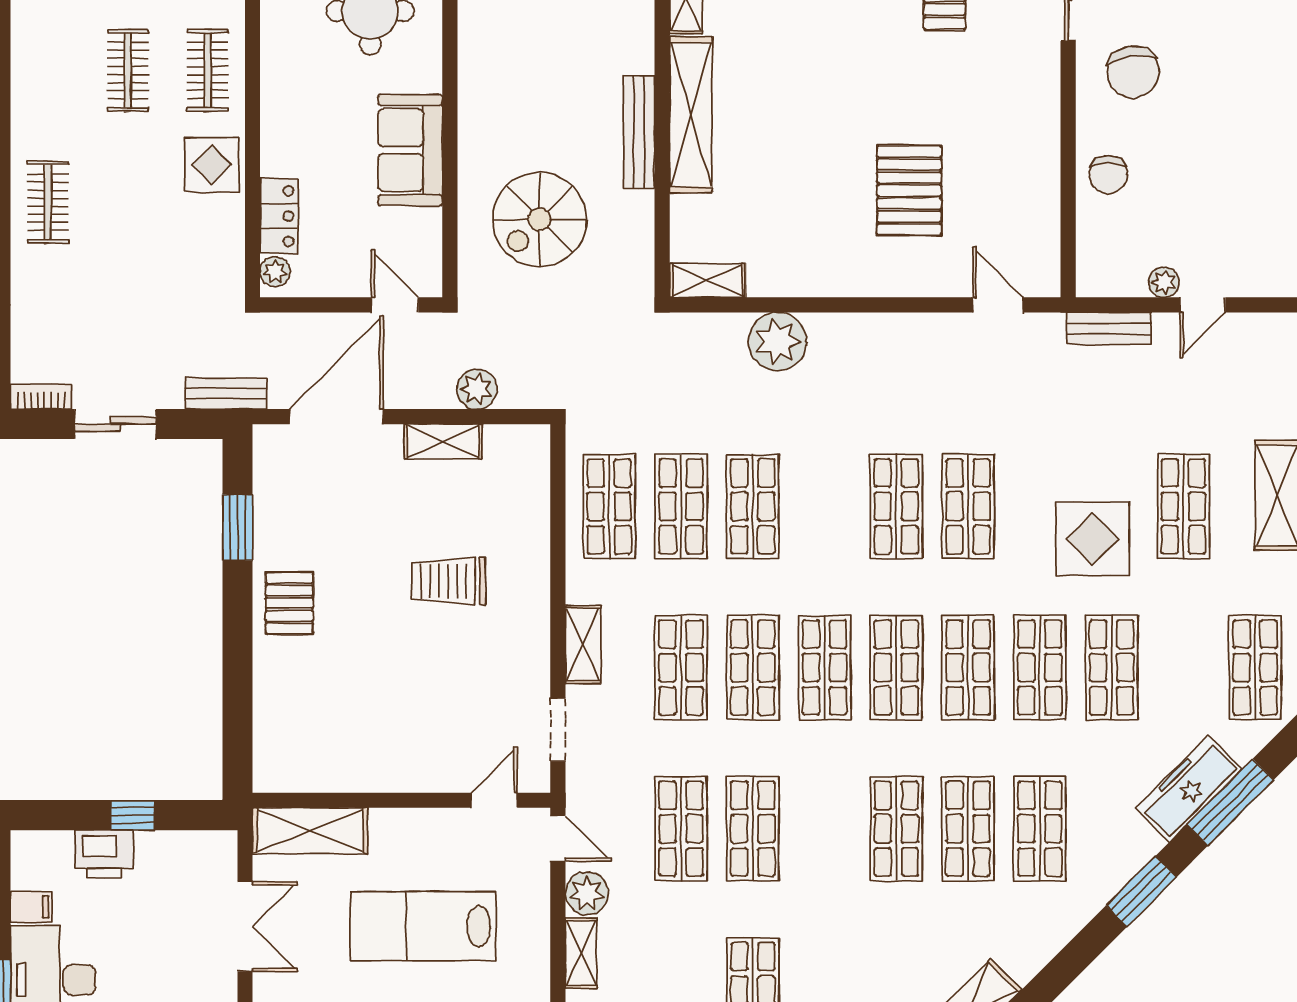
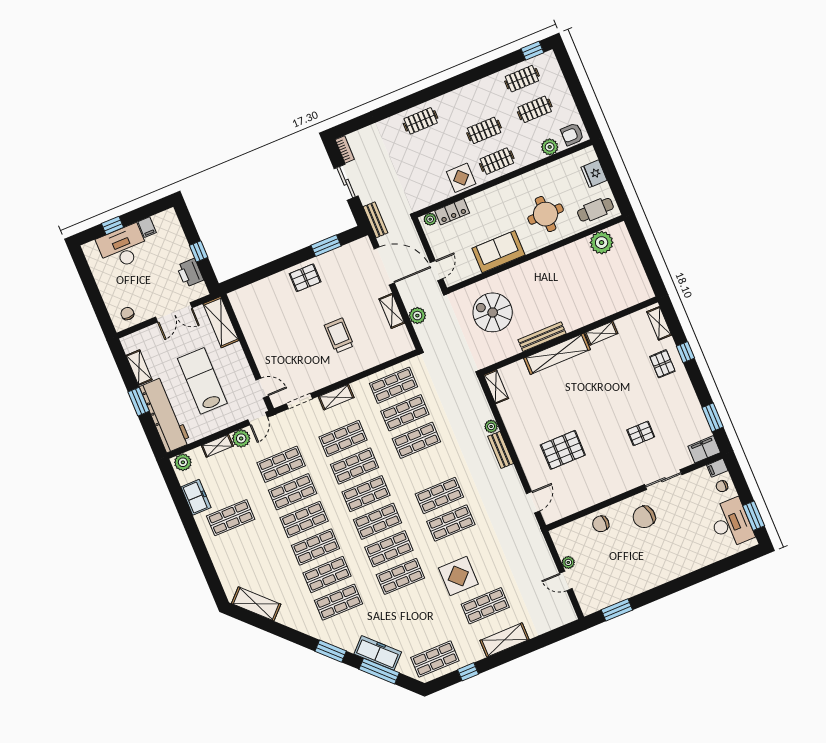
bench: (1109, 328) -> (501, 450), moved
plant: (777, 342) -> (491, 426), width x0.53, depth x0.53
shop shelf: (1112, 668) -> (304, 519), moved
printer: (105, 854) -> (190, 273), moved

